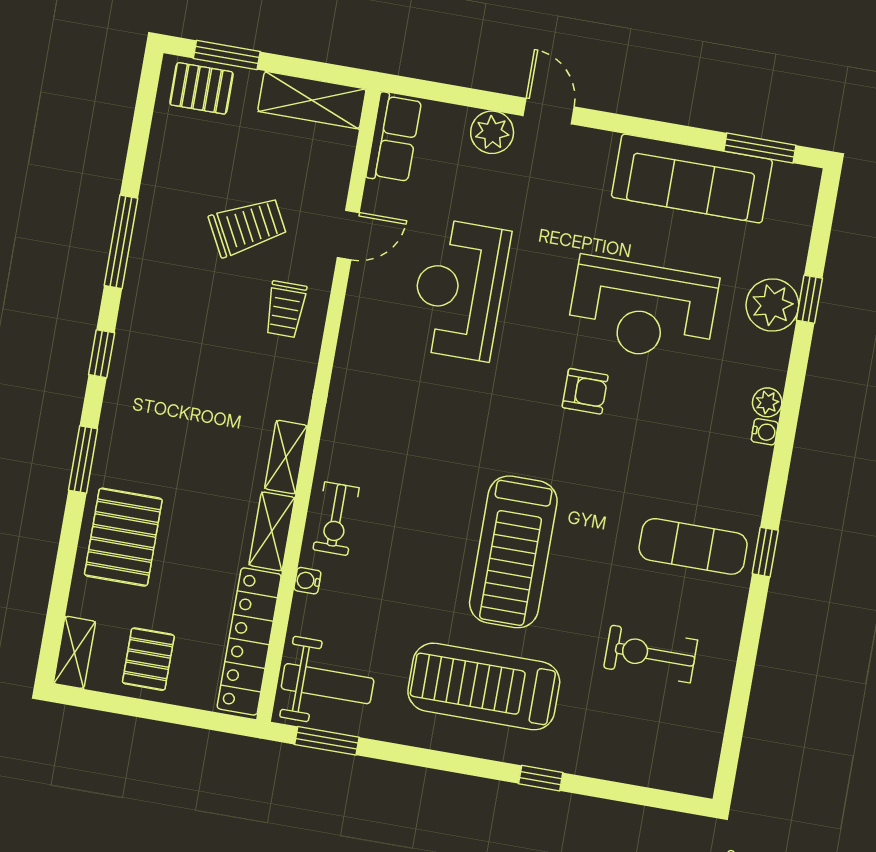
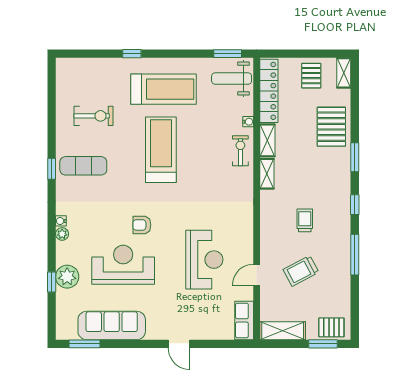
plant: (492, 132) -> (202, 330), removed
trolley: (285, 309) -> (305, 220), moved

